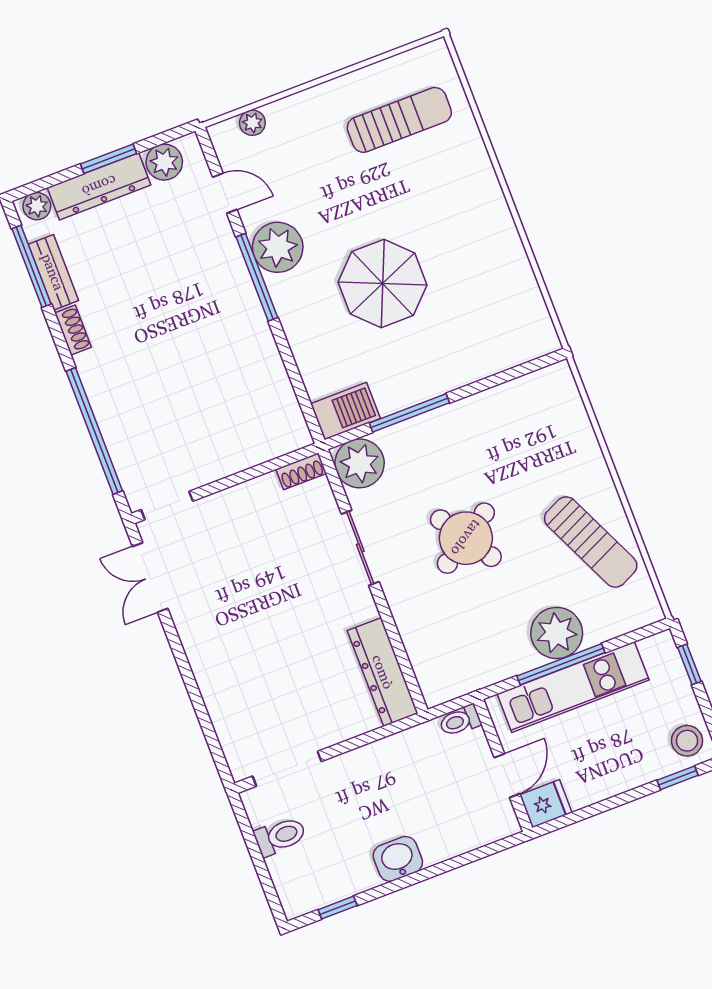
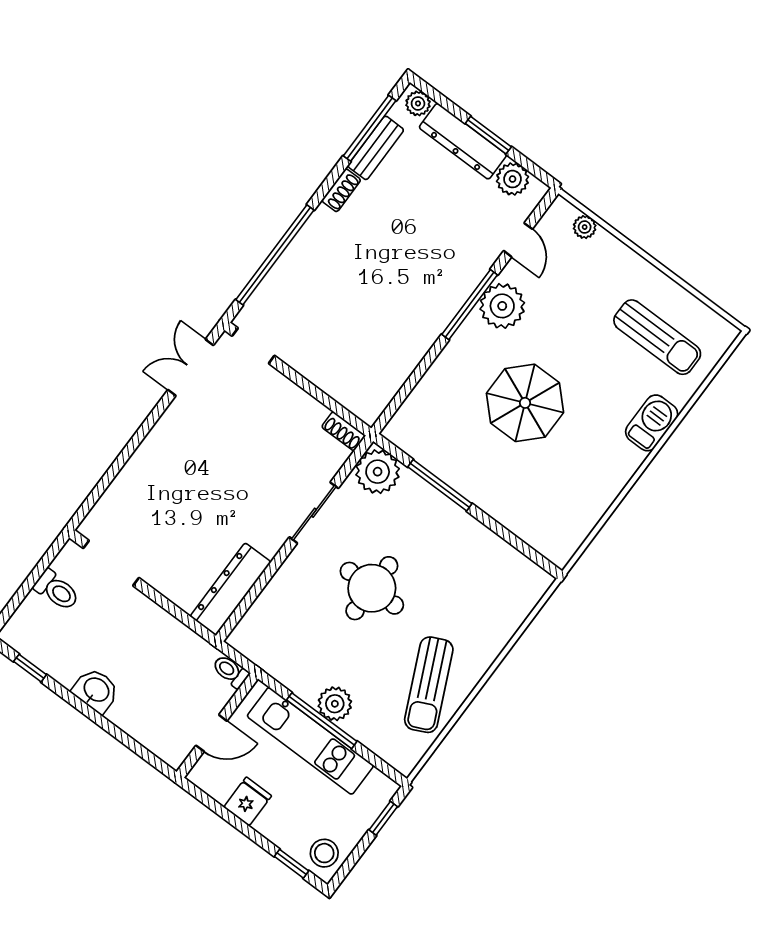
barbecue: (345, 411) -> (652, 423), moved, turned -90
round table: (466, 538) -> (372, 588), turned 33
plant: (557, 633) -> (335, 704), width x0.73, depth x0.73
fridge: (546, 804) -> (248, 801), moved, turned -90

